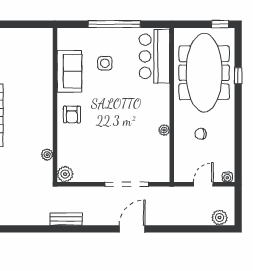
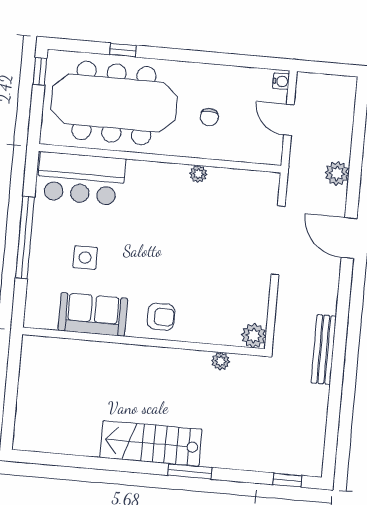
plant: (220, 218) -> (337, 173), moved
bench: (66, 219) -> (324, 349), width x1.36

